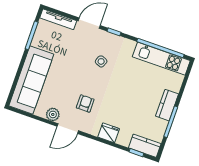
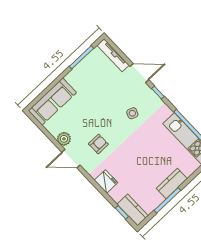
sofa: (31, 80) -> (52, 102), width x0.74, depth x0.79

